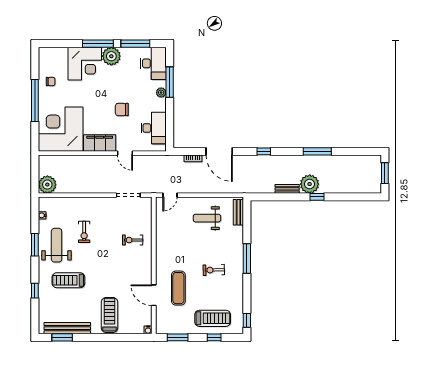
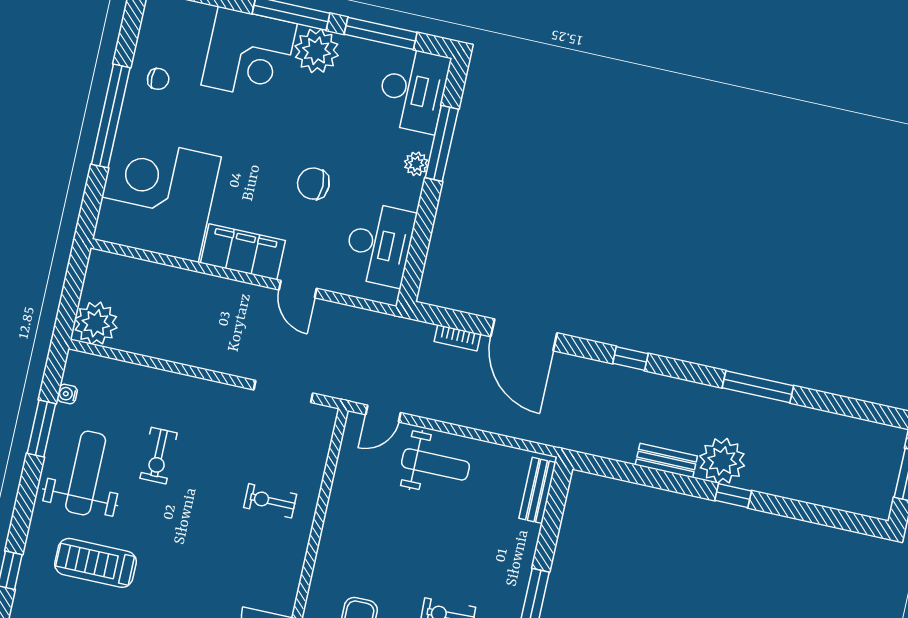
weight bench: (207, 218) -> (436, 464), moved, turned 180
window: (35, 245) -> (41, 429), moved

